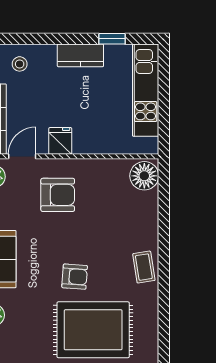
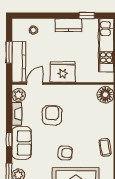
fridge: (60, 141) -> (63, 72), width x1.88, depth x1.34
armchair: (58, 195) -> (52, 115), moved, turned -87

